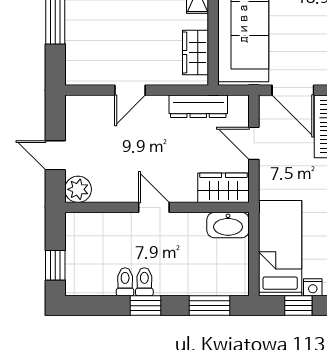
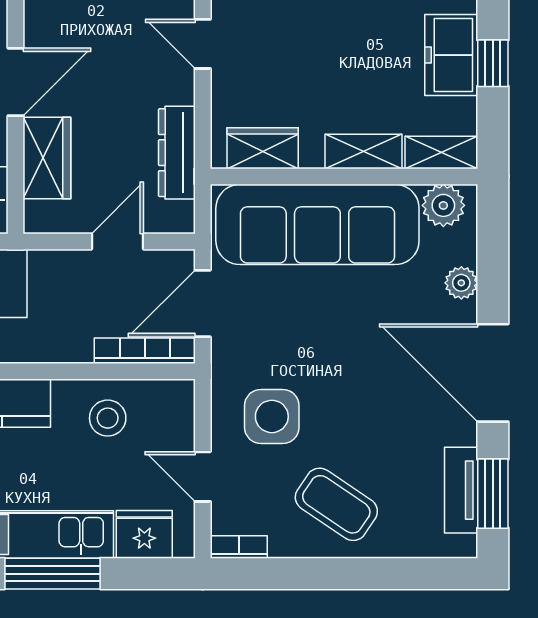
wardrobe: (223, 188) -> (47, 158), moved
door: (154, 207) -> (16, 82), width x1.37

